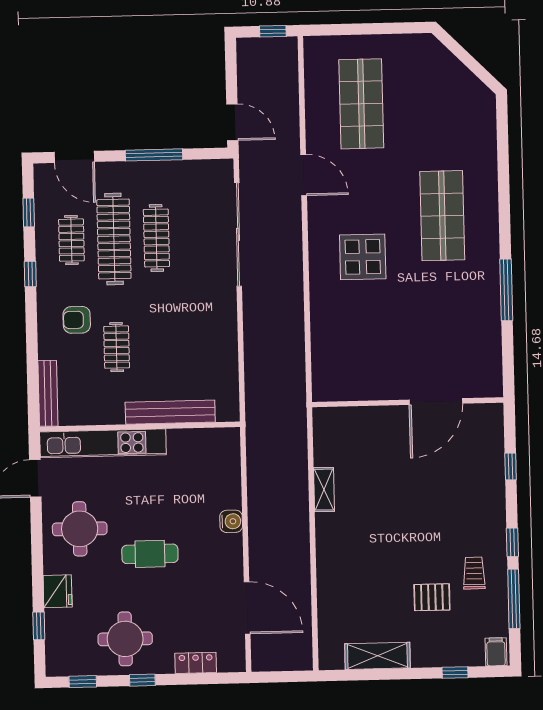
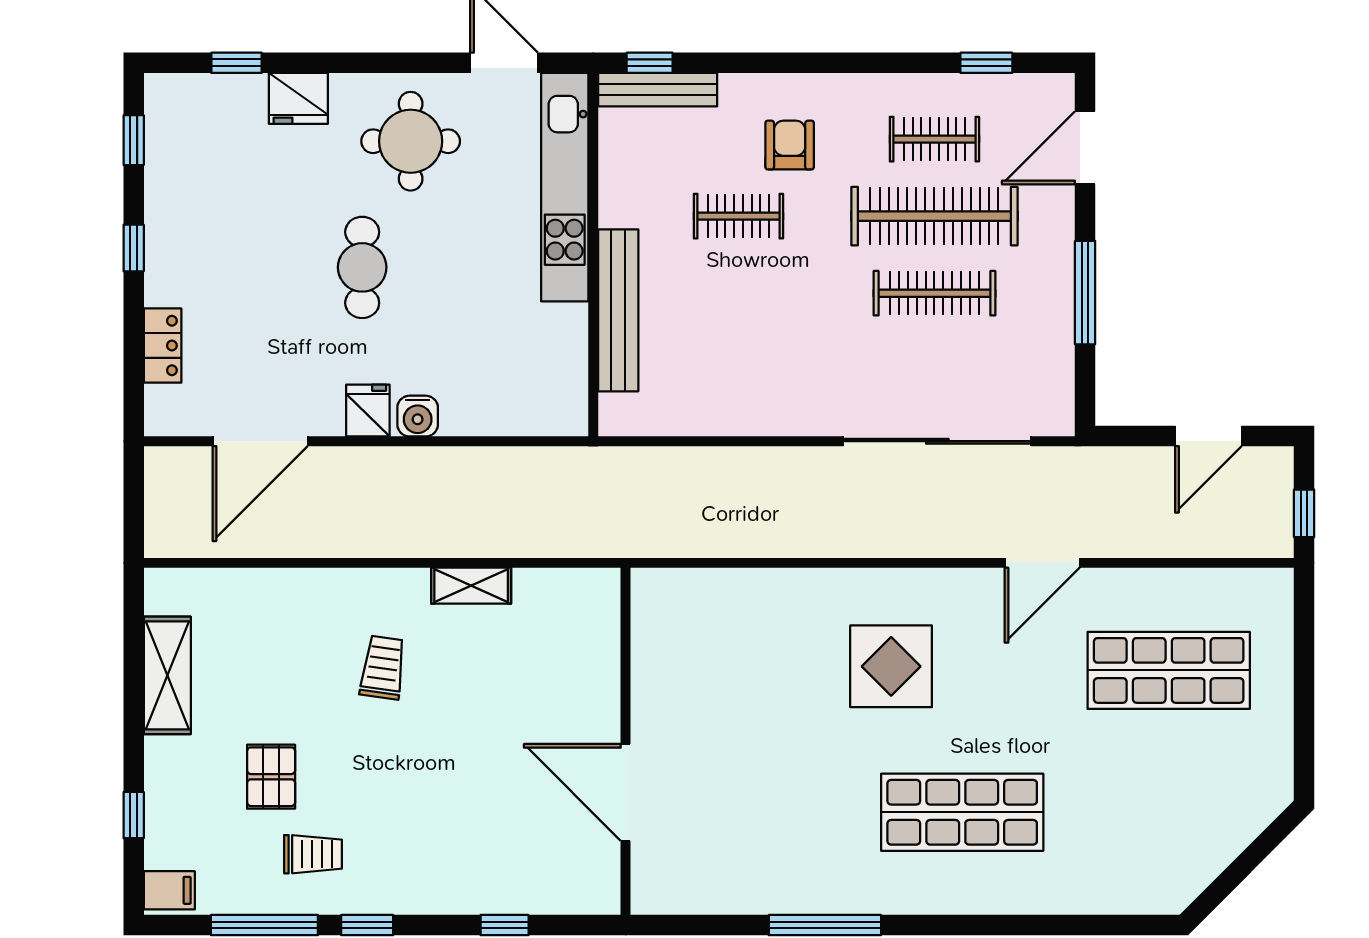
door: (232, 122) -> (1208, 436), moved
window: (30, 274) -> (650, 63), moved
trolley: (370, 537) -> (383, 668), added
fridge: (229, 549) -> (368, 410), added
round table: (125, 639) -> (209, 219), removed

